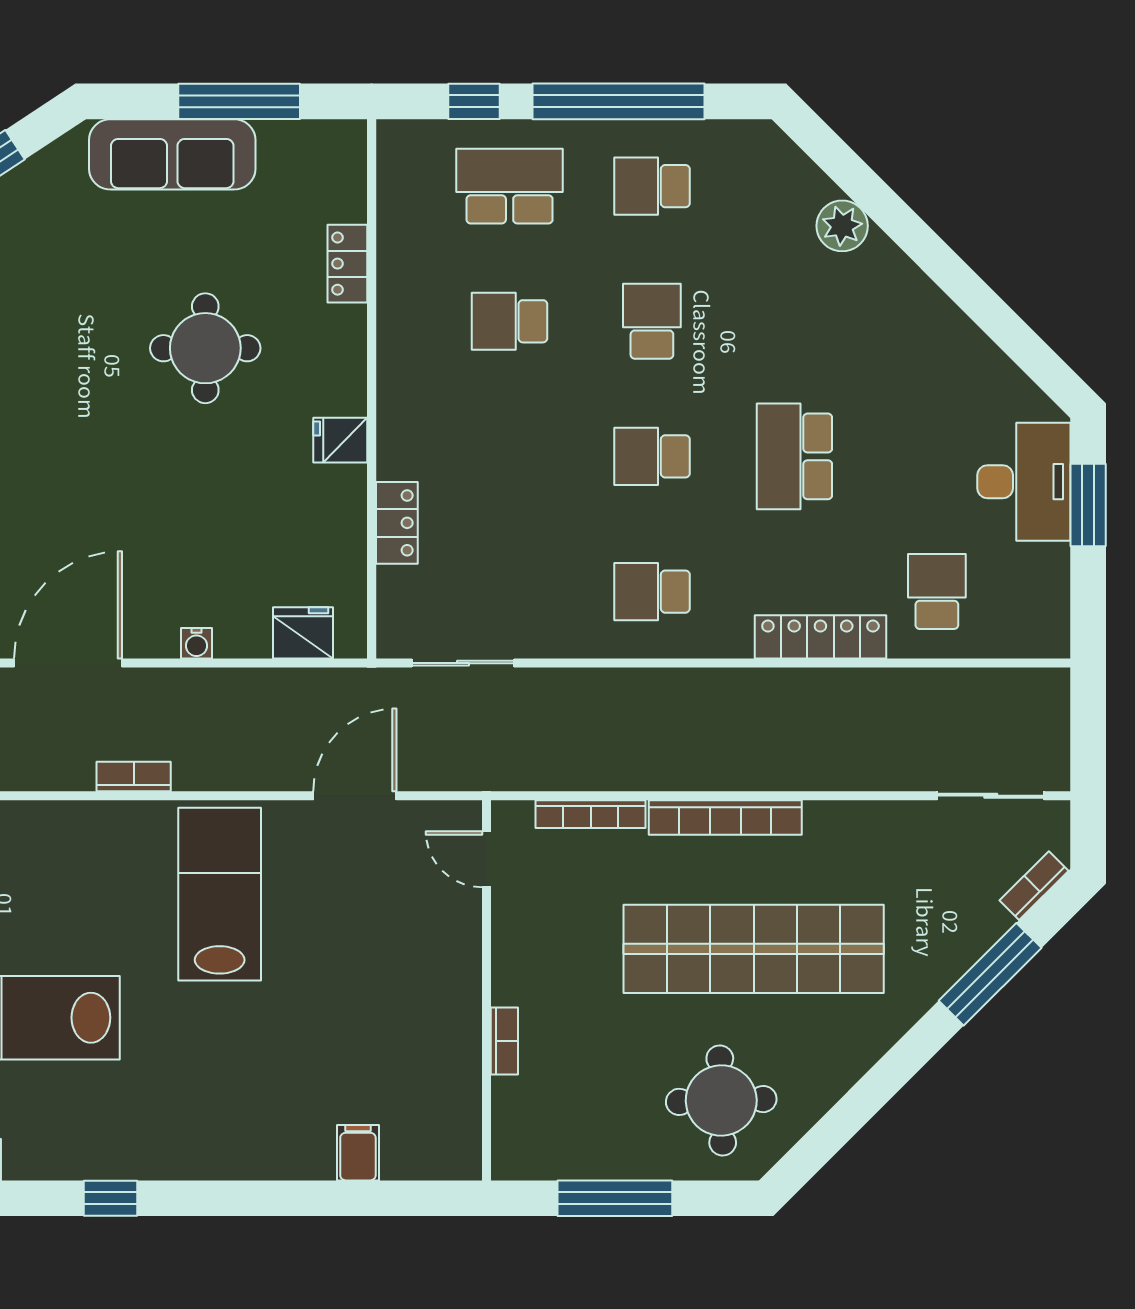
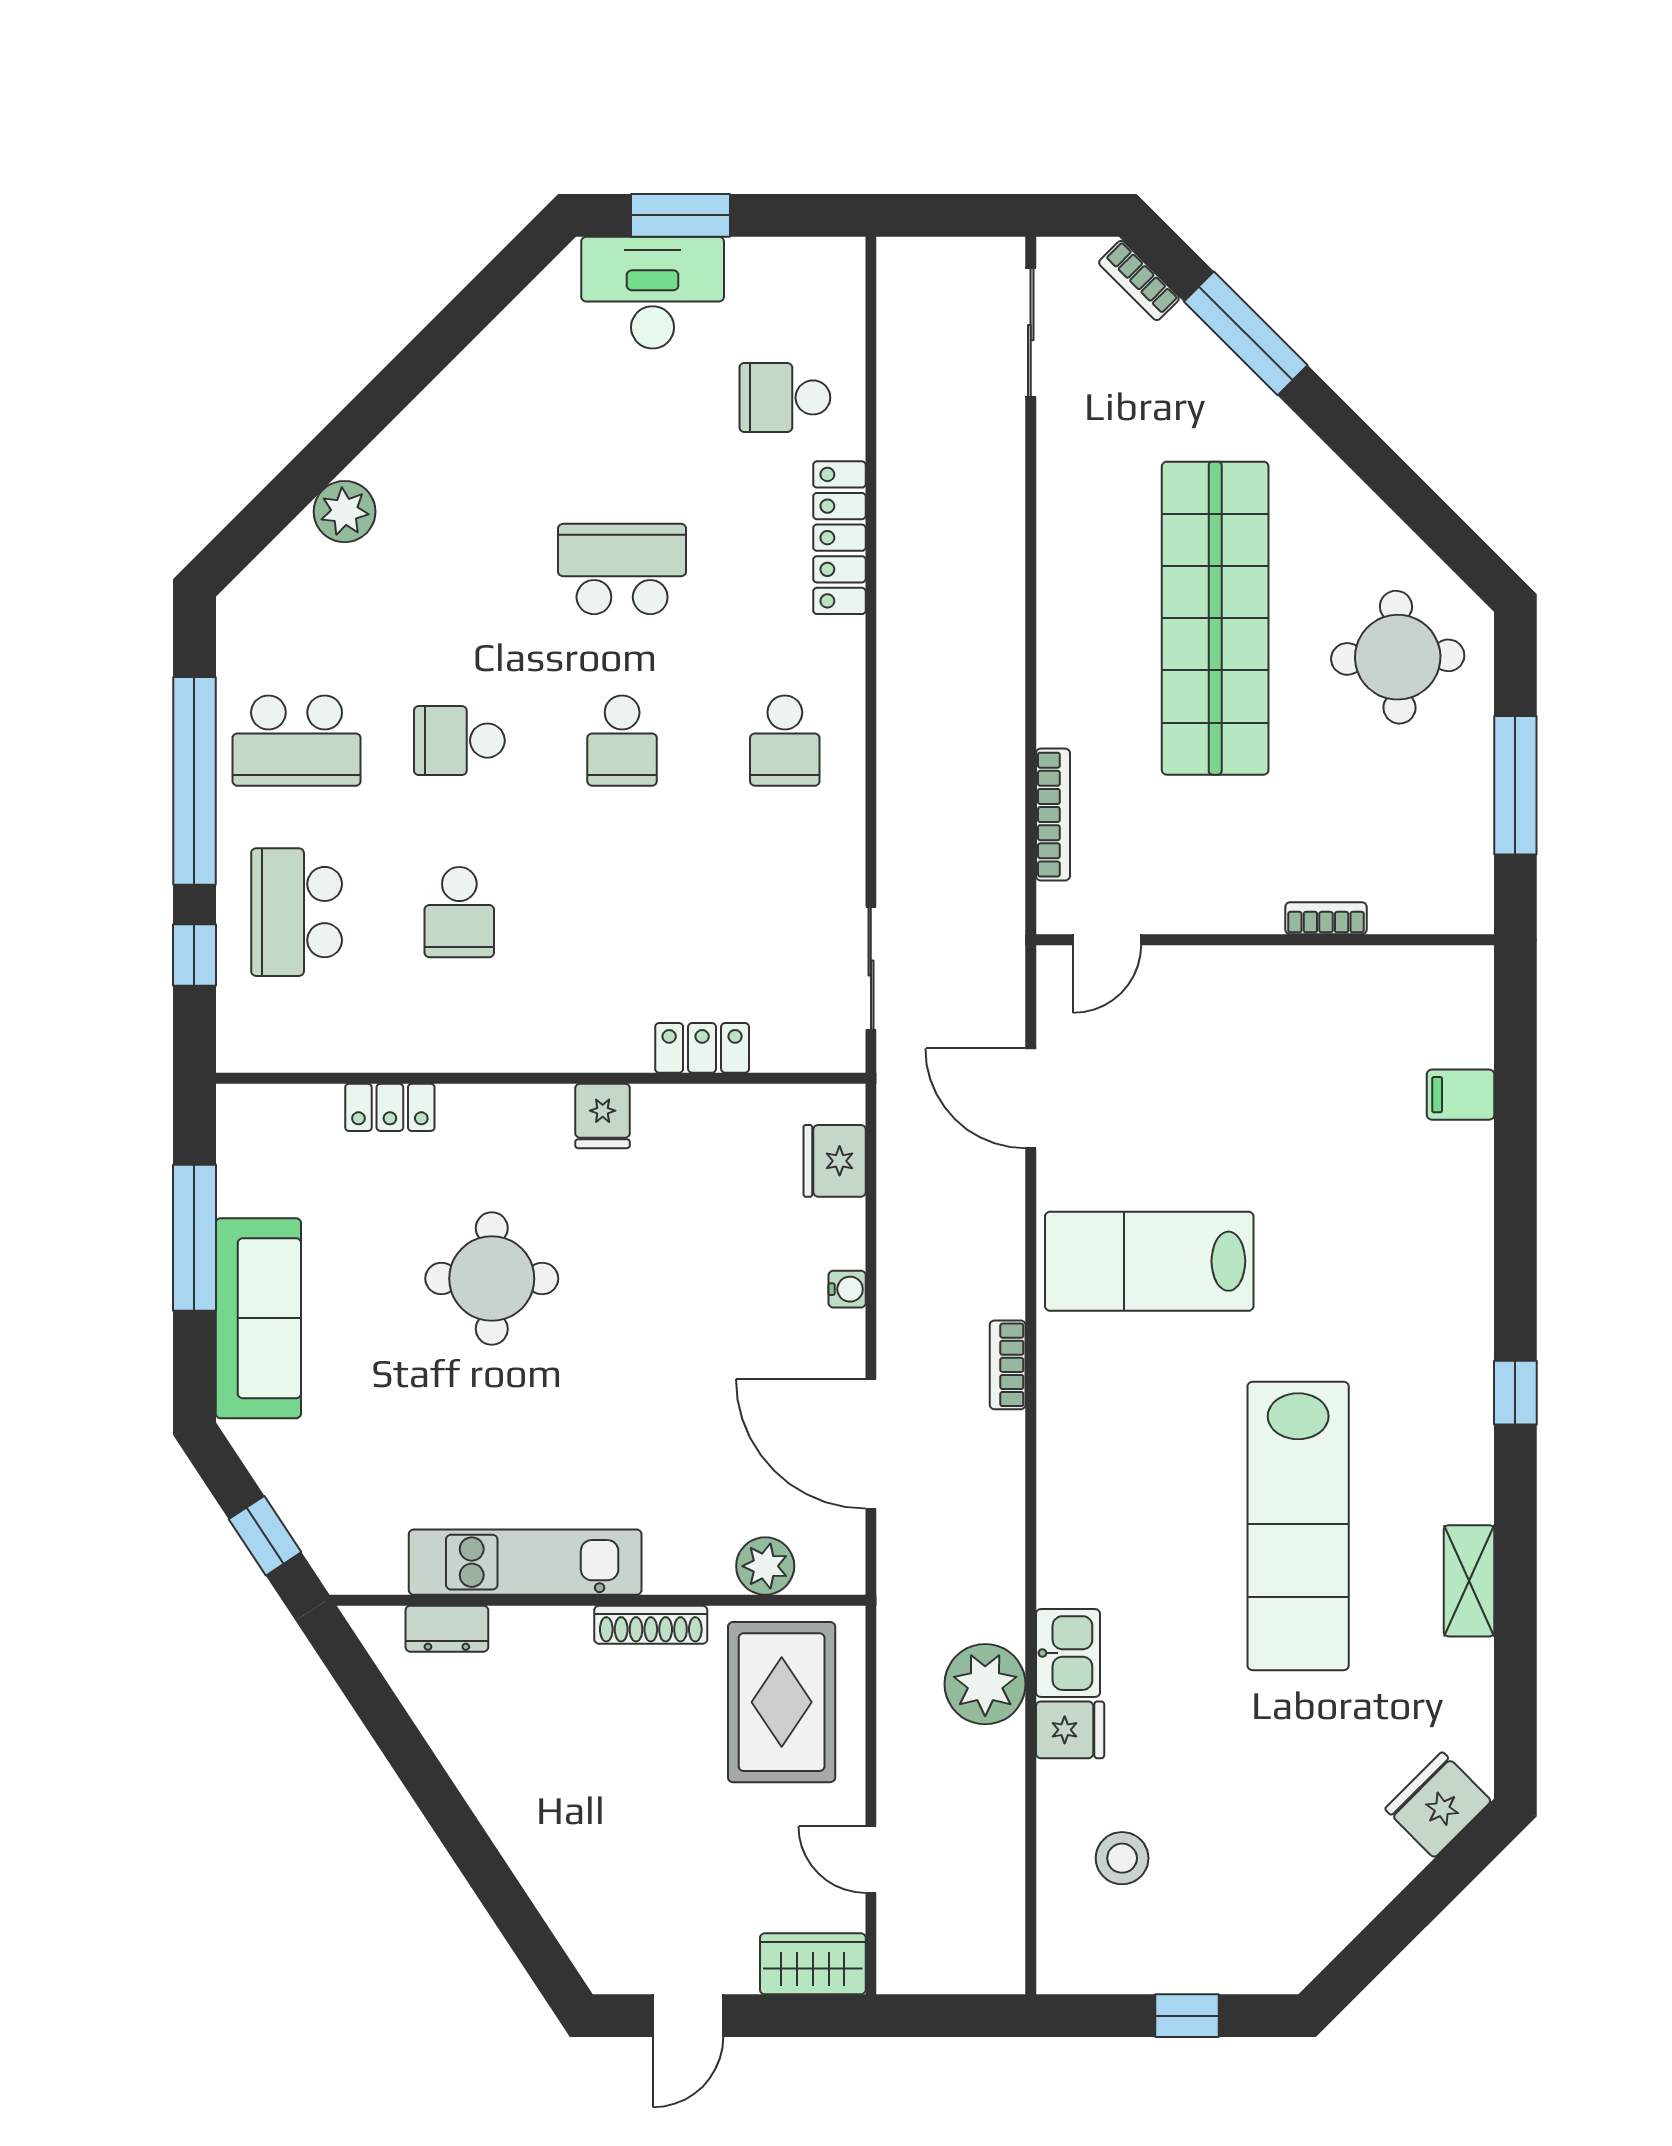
school desk: (652, 186) -> (297, 741), width x1.85
school desk: (794, 456) -> (622, 569), turned 180
bookcase: (725, 817) -> (1057, 652), removed

